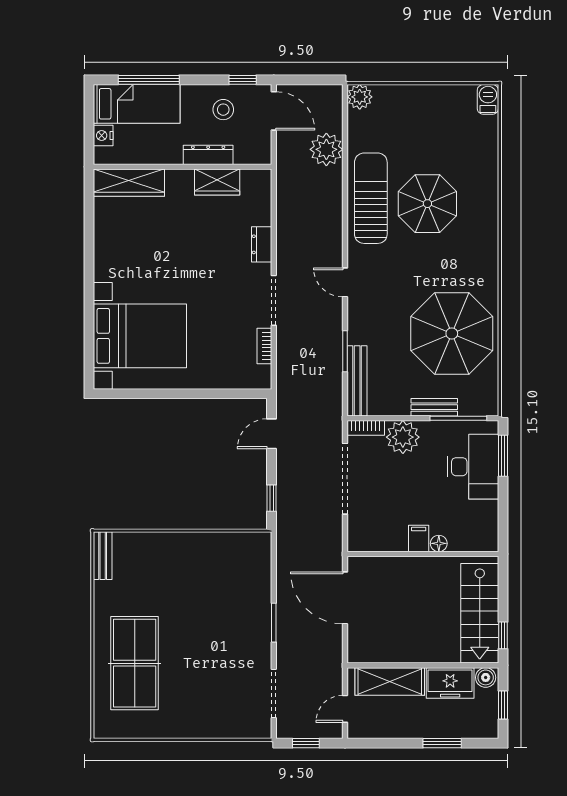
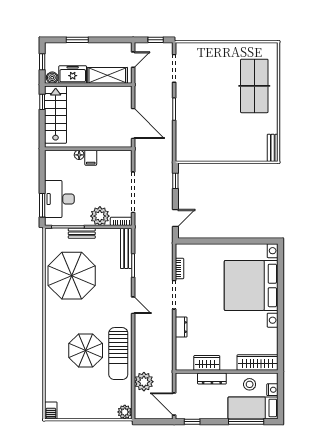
stool: (223, 110) -> (250, 384), moved
bed with nightstands: (140, 336) -> (251, 285), width x1.36

